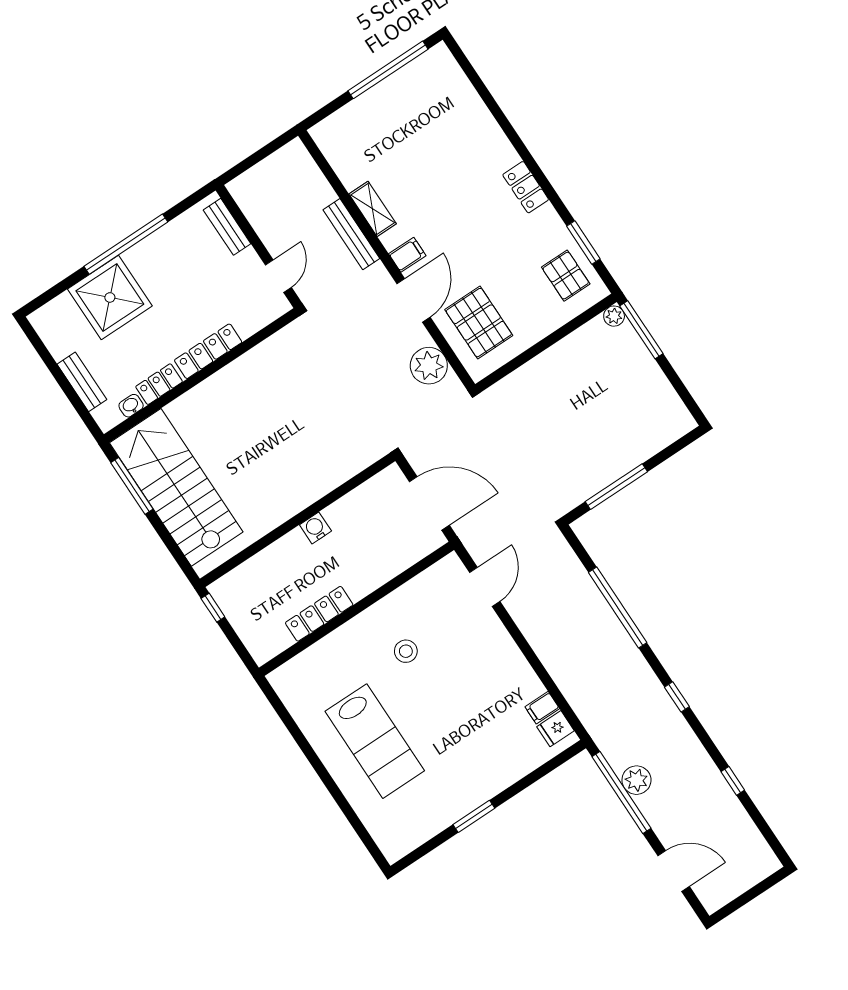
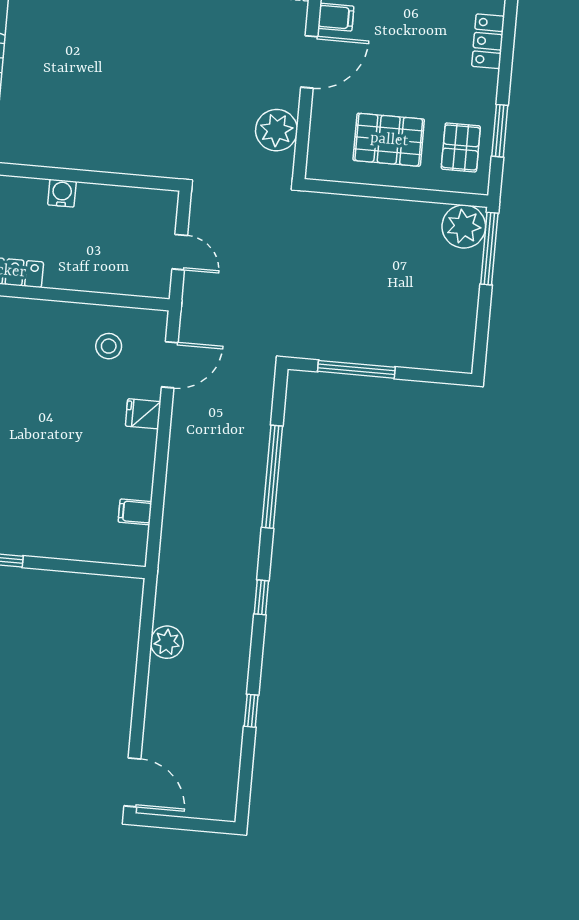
plant: (614, 316) -> (464, 226), width x1.87, depth x1.87
pallet: (479, 323) -> (389, 140), moved, turned 90
door: (429, 503) -> (180, 252), width x0.53
stool: (406, 651) -> (109, 346), moved
fridge: (556, 729) -> (143, 414), moved
window: (621, 792) -> (145, 642), removed
door: (674, 871) -> (132, 782), moved

